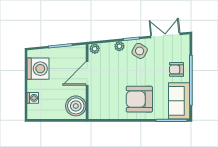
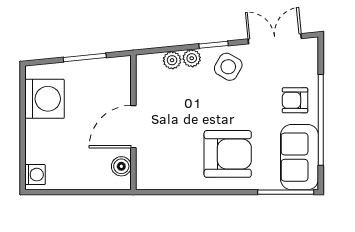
plant: (95, 49) -> (172, 60), moved
door: (87, 73) -> (133, 127), moved
washing machine: (33, 98) -> (35, 175), moved
armchair: (139, 99) -> (228, 154), turned 180
boiler: (76, 106) -> (121, 166), width x0.54, depth x0.54

